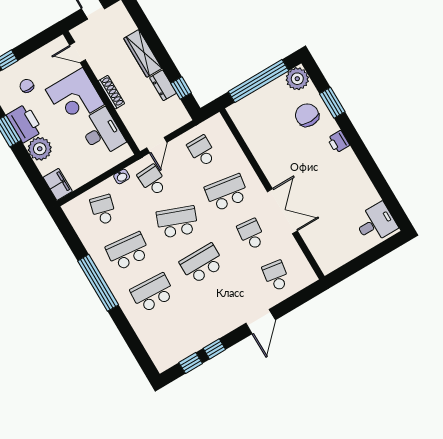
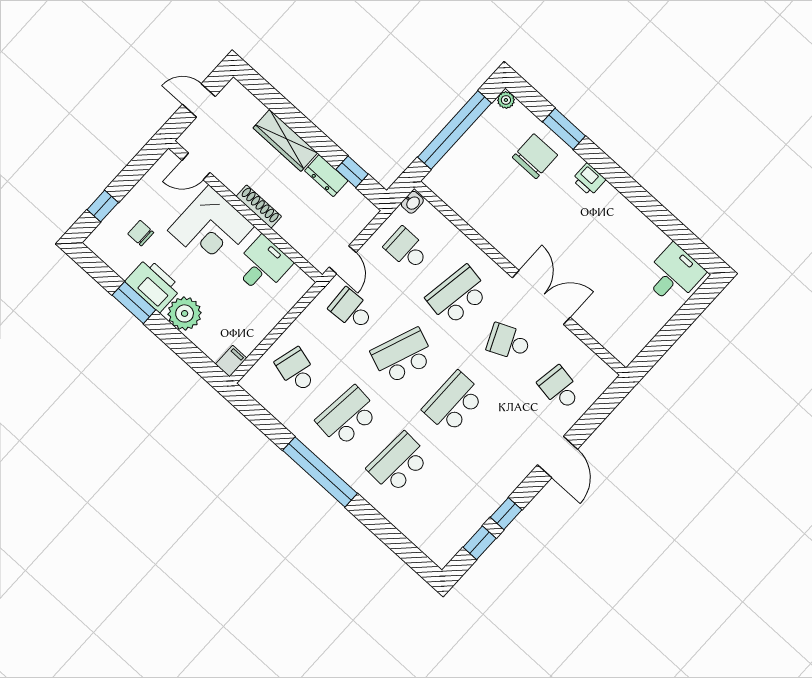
plant: (297, 79) -> (506, 100), width x0.53, depth x0.53
chair: (307, 115) -> (535, 156), turned 90
desk: (102, 132) -> (262, 265), width x0.73
washbasin: (122, 176) -> (412, 202), moved
filing cabinet: (58, 184) -> (231, 361), width x0.50
school desk: (251, 234) -> (509, 342), turned -30

